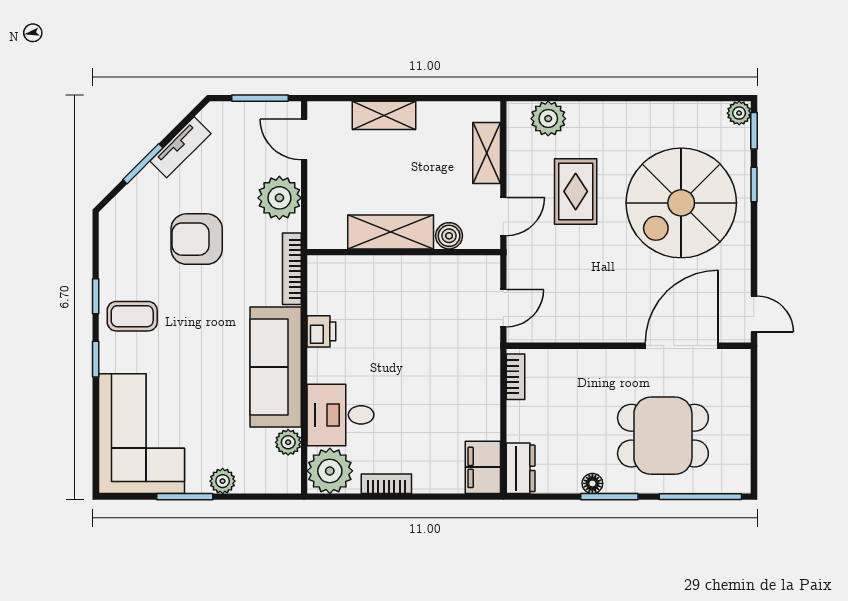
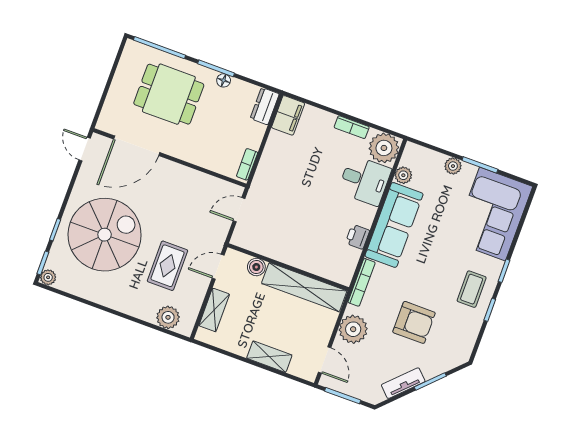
shelving: (391, 232) -> (304, 287), width x1.47
coffee table: (132, 316) -> (472, 289), turned 90

